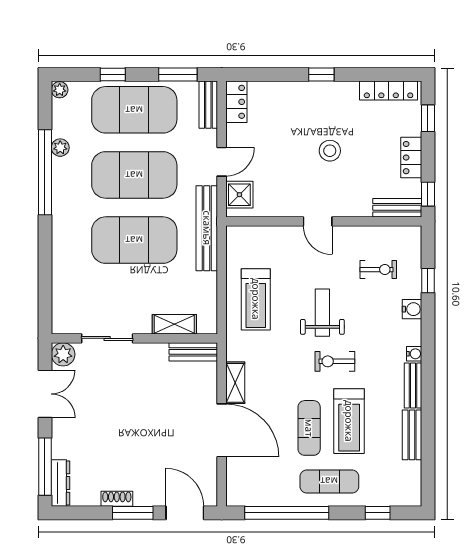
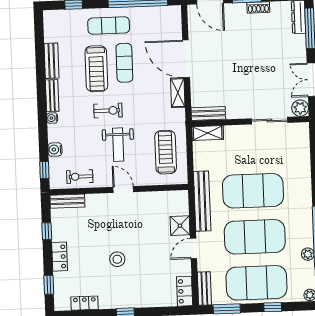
locker: (389, 90) -> (84, 303), width x0.66
bench: (397, 208) -> (67, 201), moved
door: (318, 221) -> (123, 189), moved
wall: (324, 221) -> (119, 190), moved
shelving: (174, 324) -> (208, 133), moved
treadmill: (349, 421) -> (96, 69), turned 180

